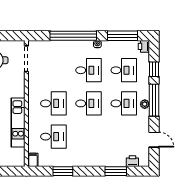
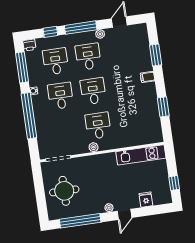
plant: (33, 96) -> (94, 147), added
plant: (145, 104) -> (100, 34), moved
kitchen unit: (18, 122) -> (141, 155), moved
desk: (53, 137) -> (131, 121), removed
filing cabinet: (33, 160) -> (148, 77), moved
printer: (132, 161) -> (143, 40), removed

